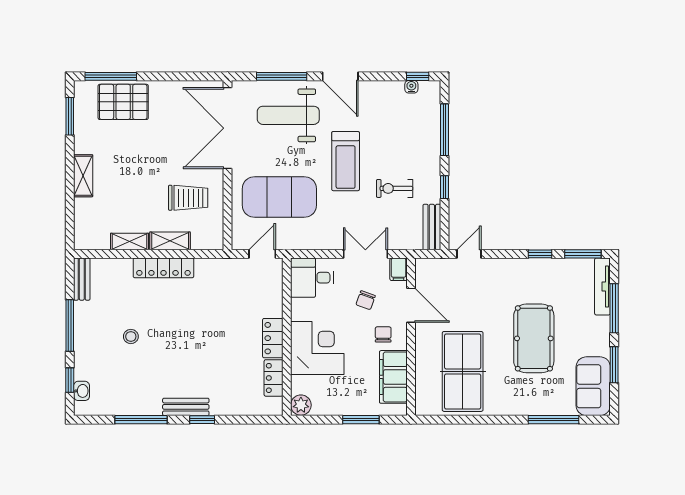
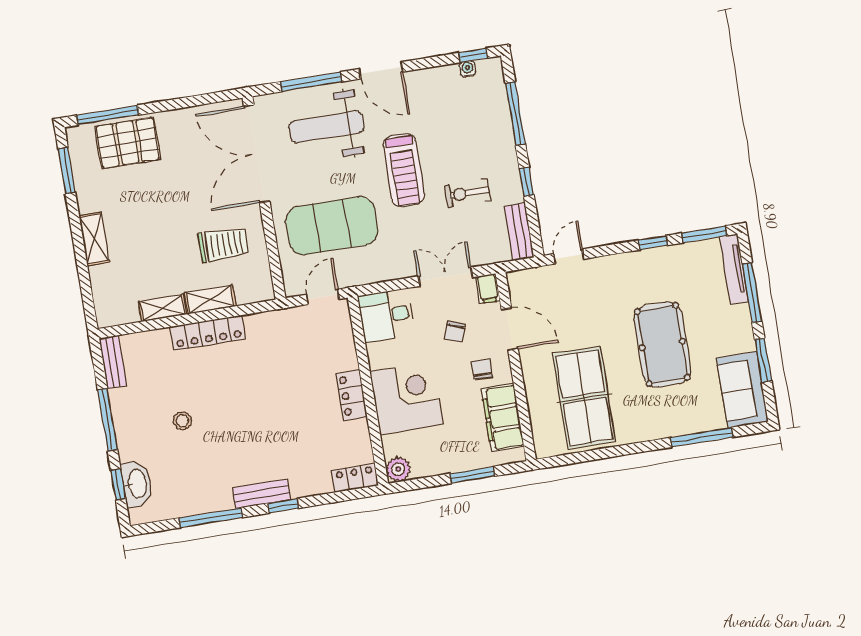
locker: (273, 378) -> (355, 478), moved, turned 90
washbasin: (82, 391) -> (137, 484), width x1.91, depth x1.45

